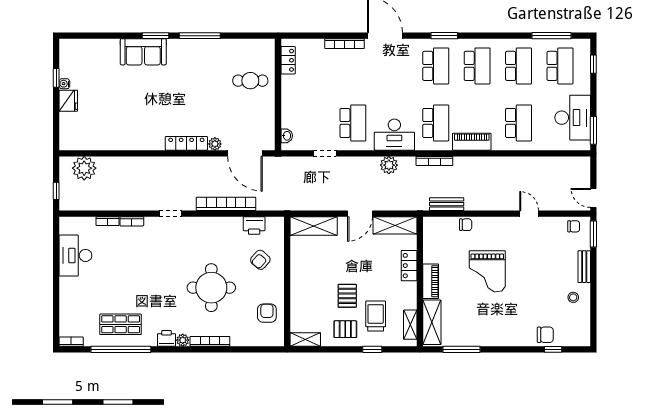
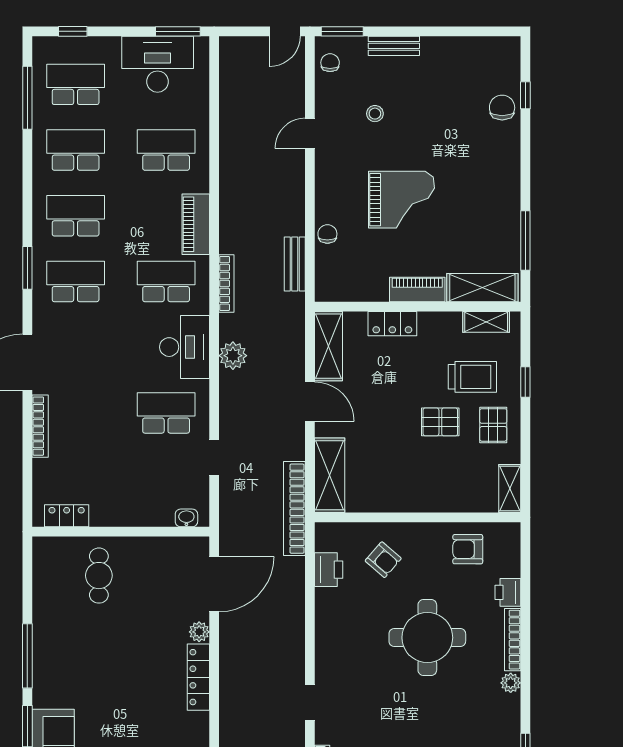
bookcase: (226, 204) -> (294, 509), moved
stool: (573, 297) -> (375, 114), moved
trolley: (376, 316) -> (472, 377), turned 180
printer: (166, 338) -> (508, 592), moved

